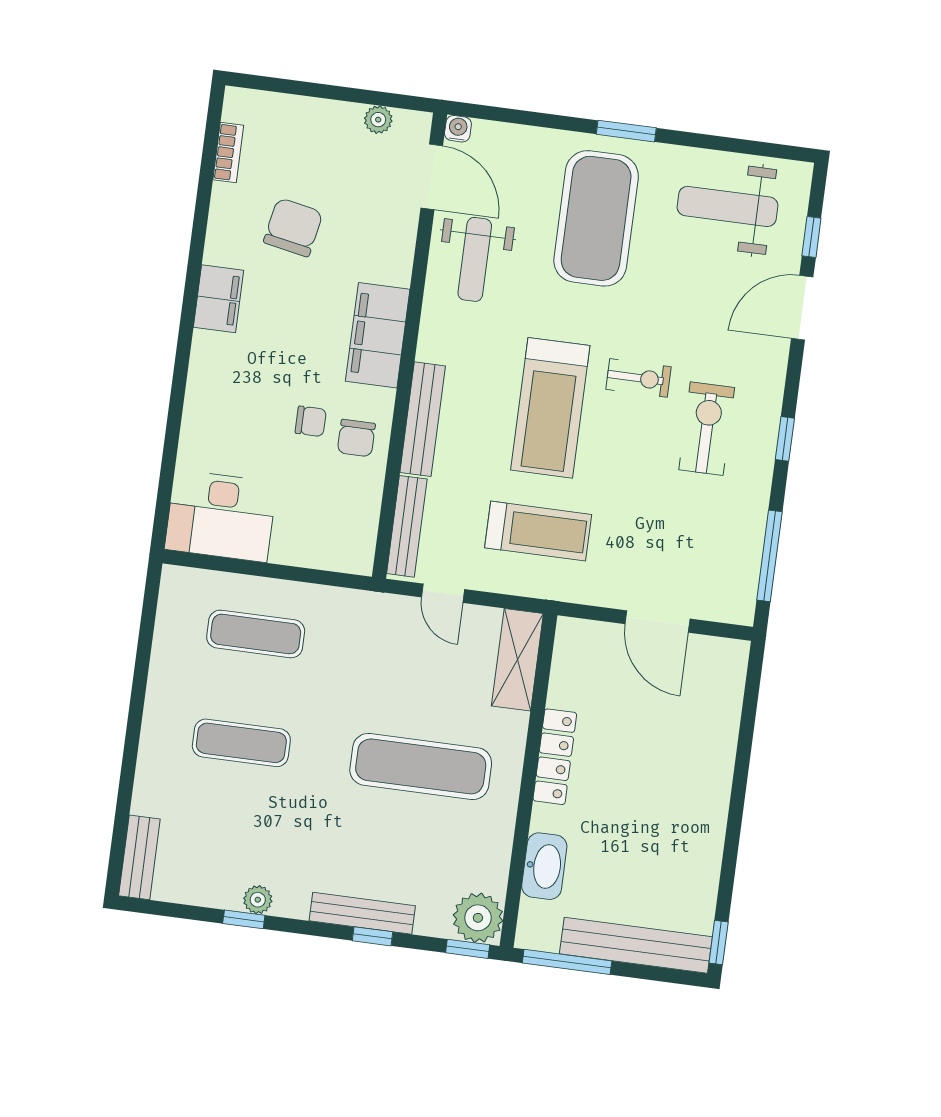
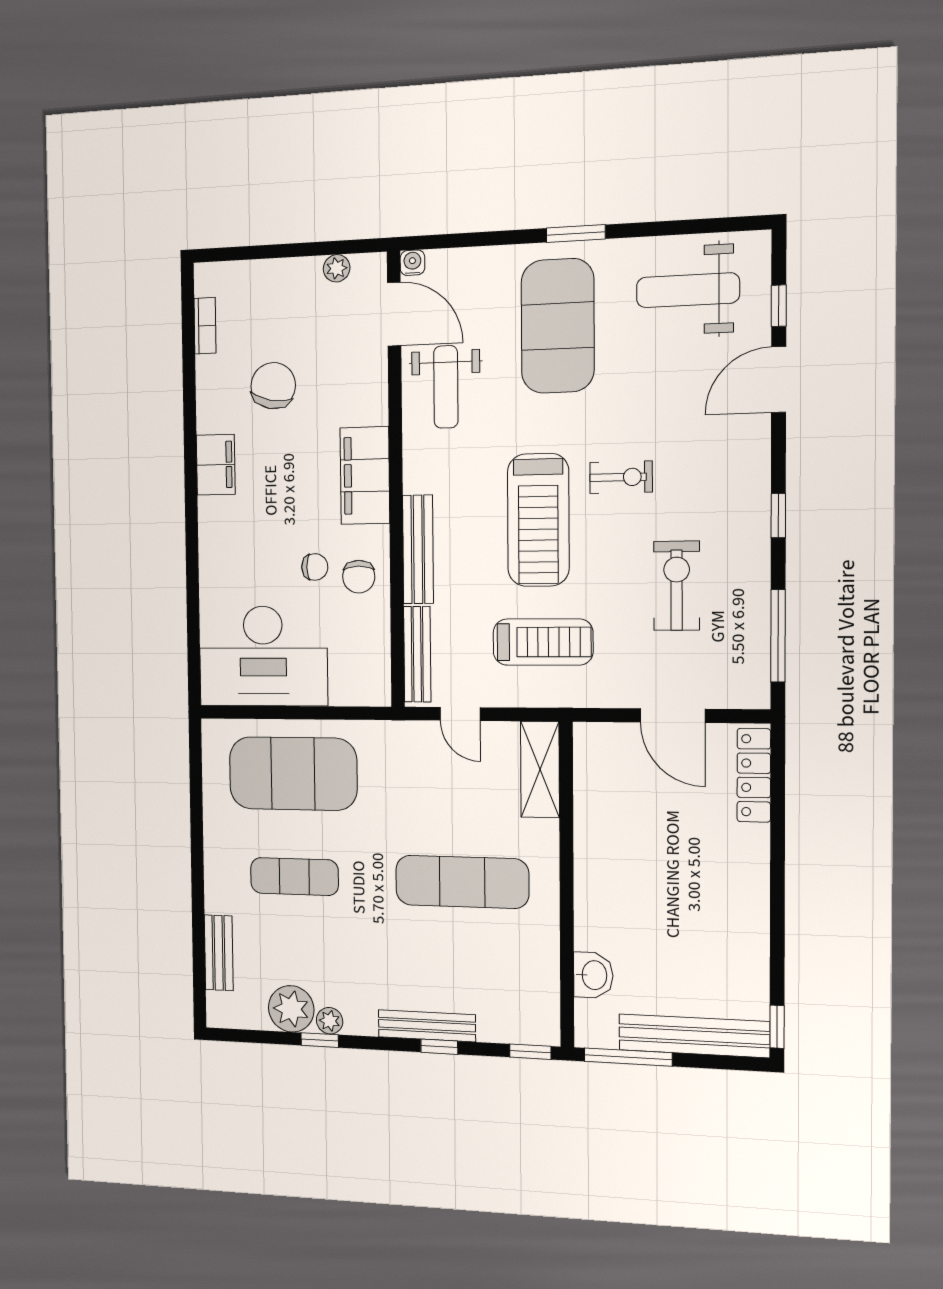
exercise bike: (707, 429) -> (677, 586), moved
desk: (221, 516) -> (263, 656), width x1.36, depth x1.30
exercise mat: (256, 634) -> (293, 774), width x2.00, depth x1.45
locker: (555, 757) -> (754, 775), moved, turned 180
bench: (139, 857) -> (219, 953), moved
washbasin: (544, 866) -> (593, 975), width x0.72
plant: (478, 918) -> (291, 1009), moved

